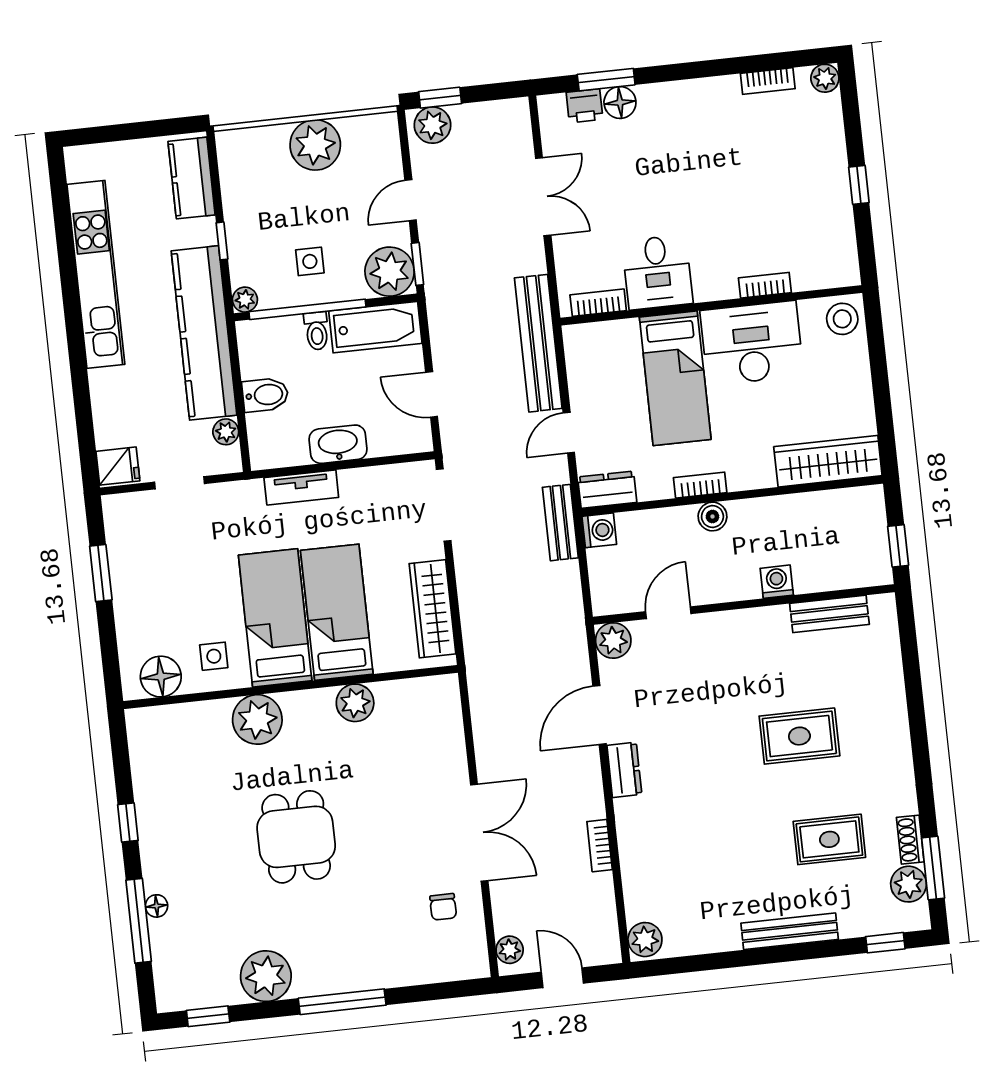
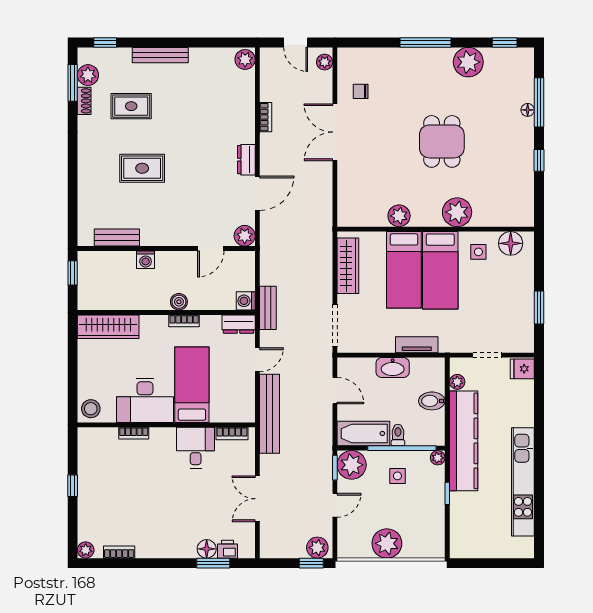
kitchen counter: (192, 178) -> (461, 532), removed
chair: (443, 907) -> (361, 91), turned -90

